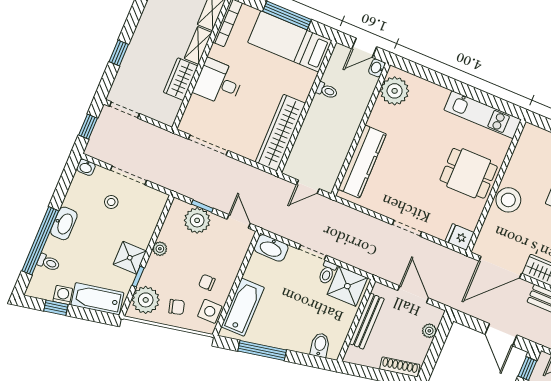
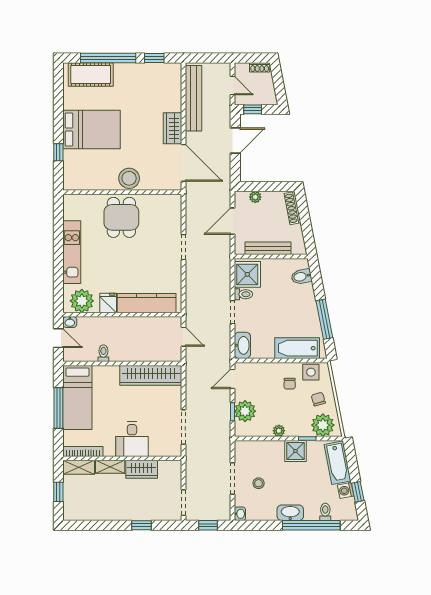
kitchen unit: (483, 115) -> (72, 252), moved
fridge: (459, 237) -> (108, 303), moved, turned 180

